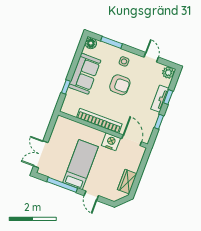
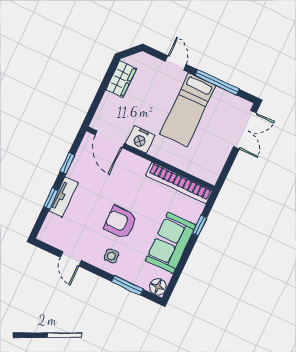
plant: (168, 73) -> (48, 234), removed
bookcase: (99, 121) -> (179, 183), moved

